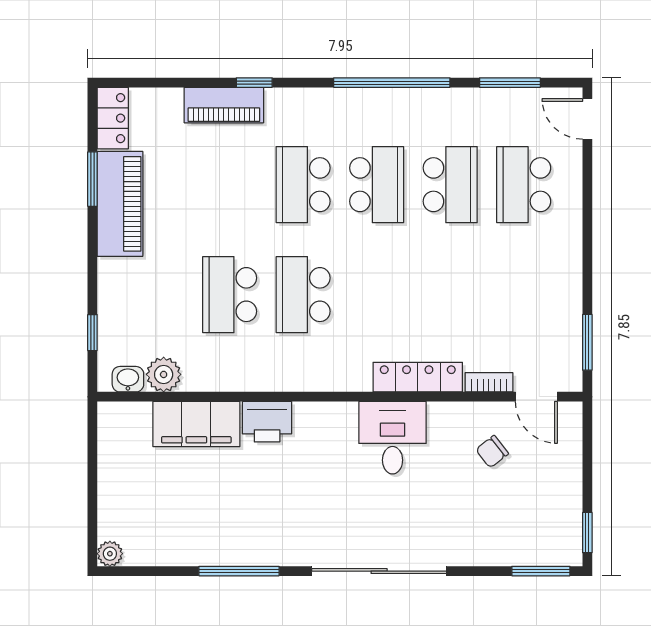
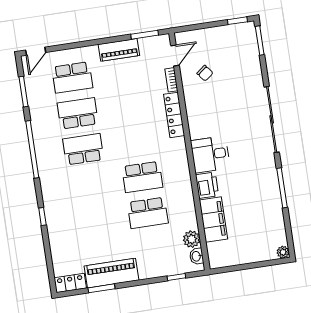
piano: (224, 105) -> (119, 50), moved, turned 90
school desk: (303, 185) -> (89, 185), removed
desk: (393, 438) -> (210, 154), moved

